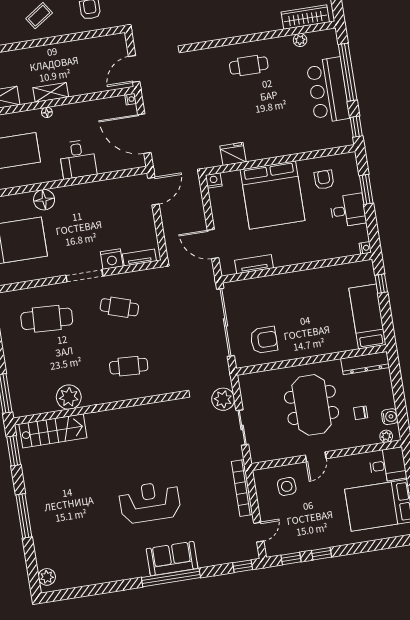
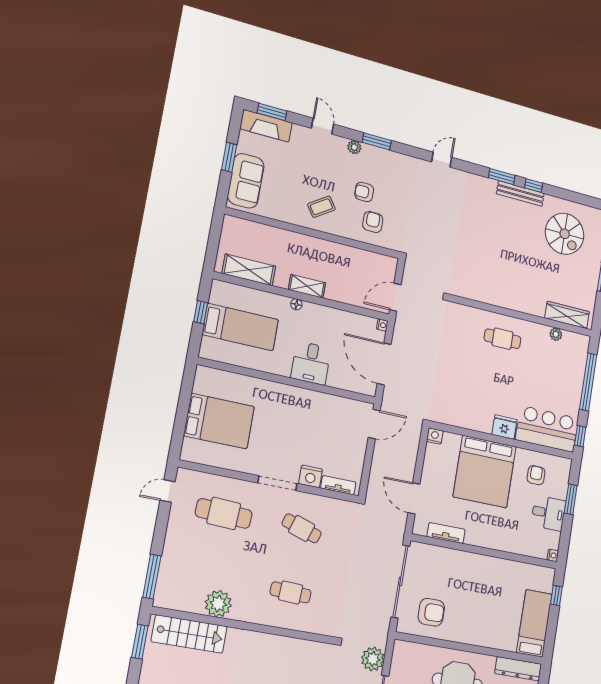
bar counter: (328, 90) -> (547, 429), moved, turned 90
fridge: (233, 154) -> (504, 427), moved
floor lamp: (44, 200) -> (263, 390), removed

